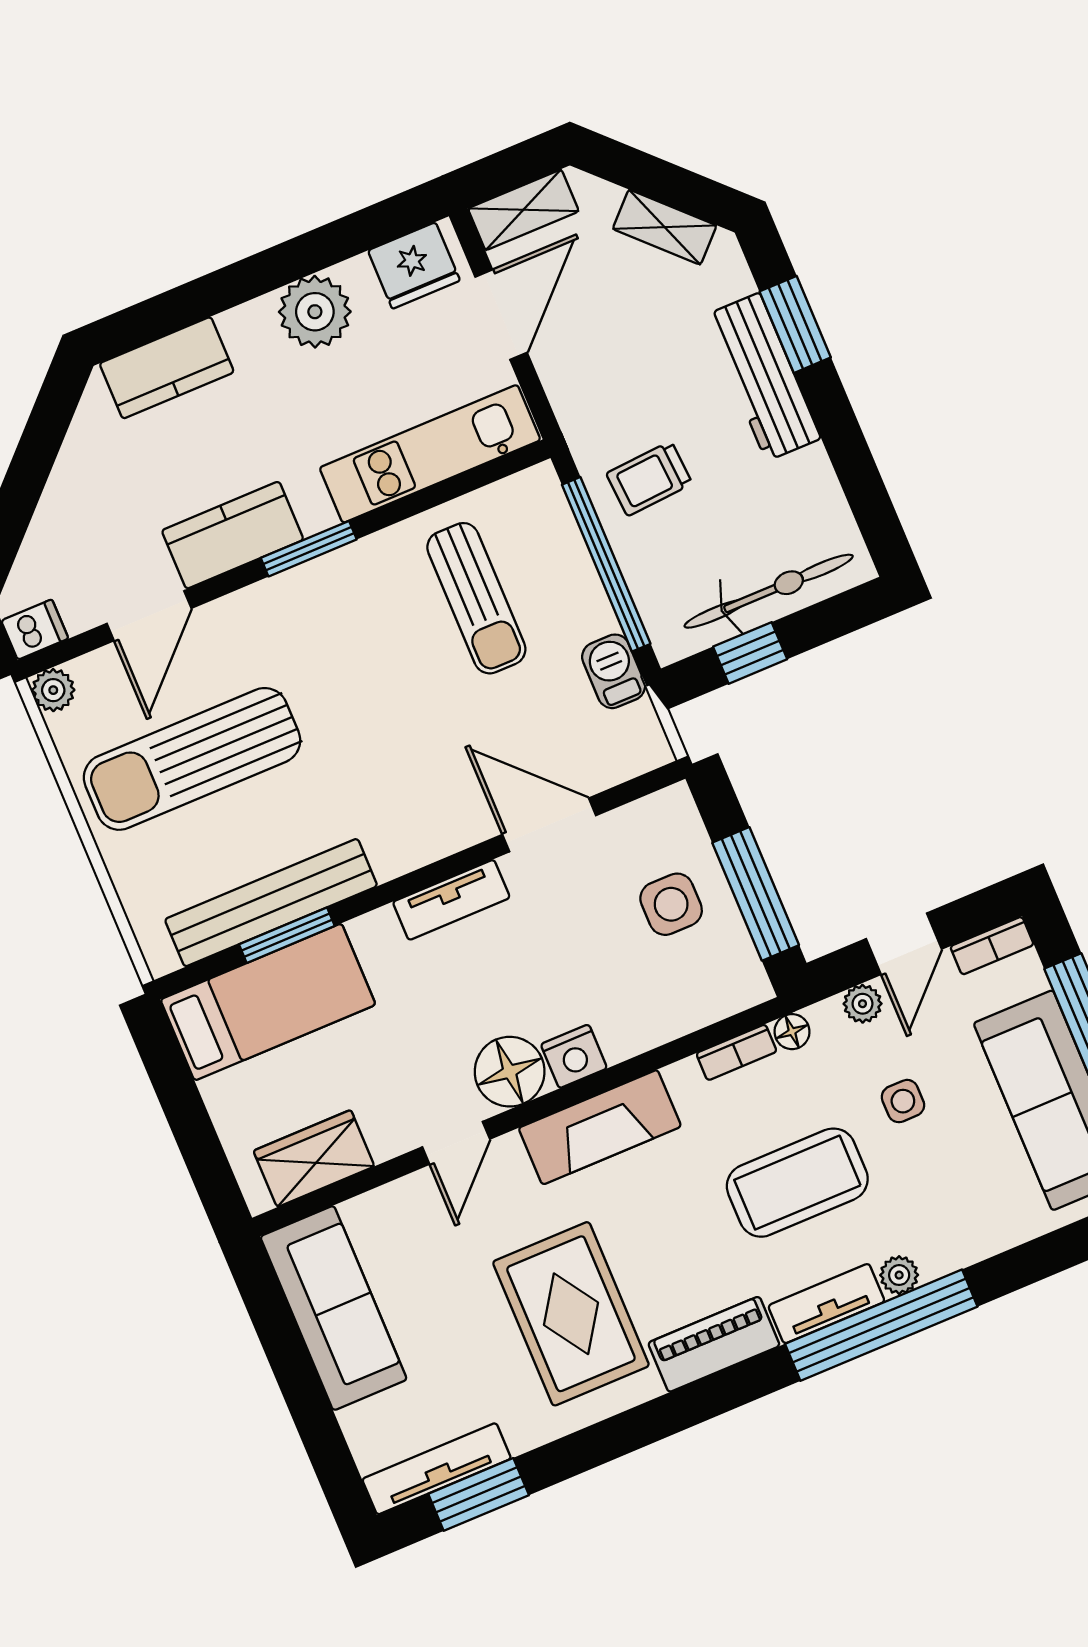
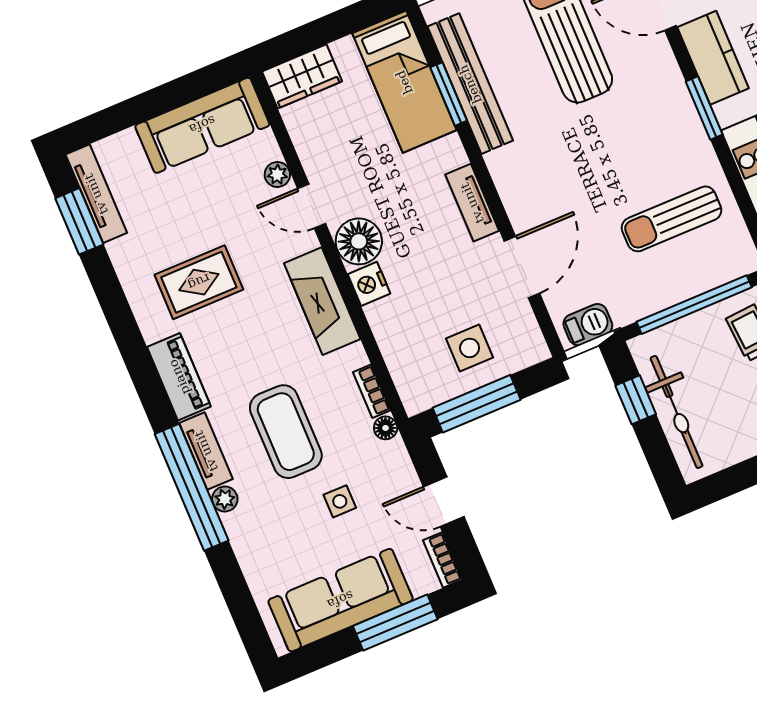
barbecue: (614, 671) -> (588, 325), moved
plant: (863, 1004) -> (277, 174), moved
wardrobe: (314, 1158) -> (302, 76), moved, turned 90
rug: (571, 1314) -> (199, 282), width x0.73, depth x0.70

